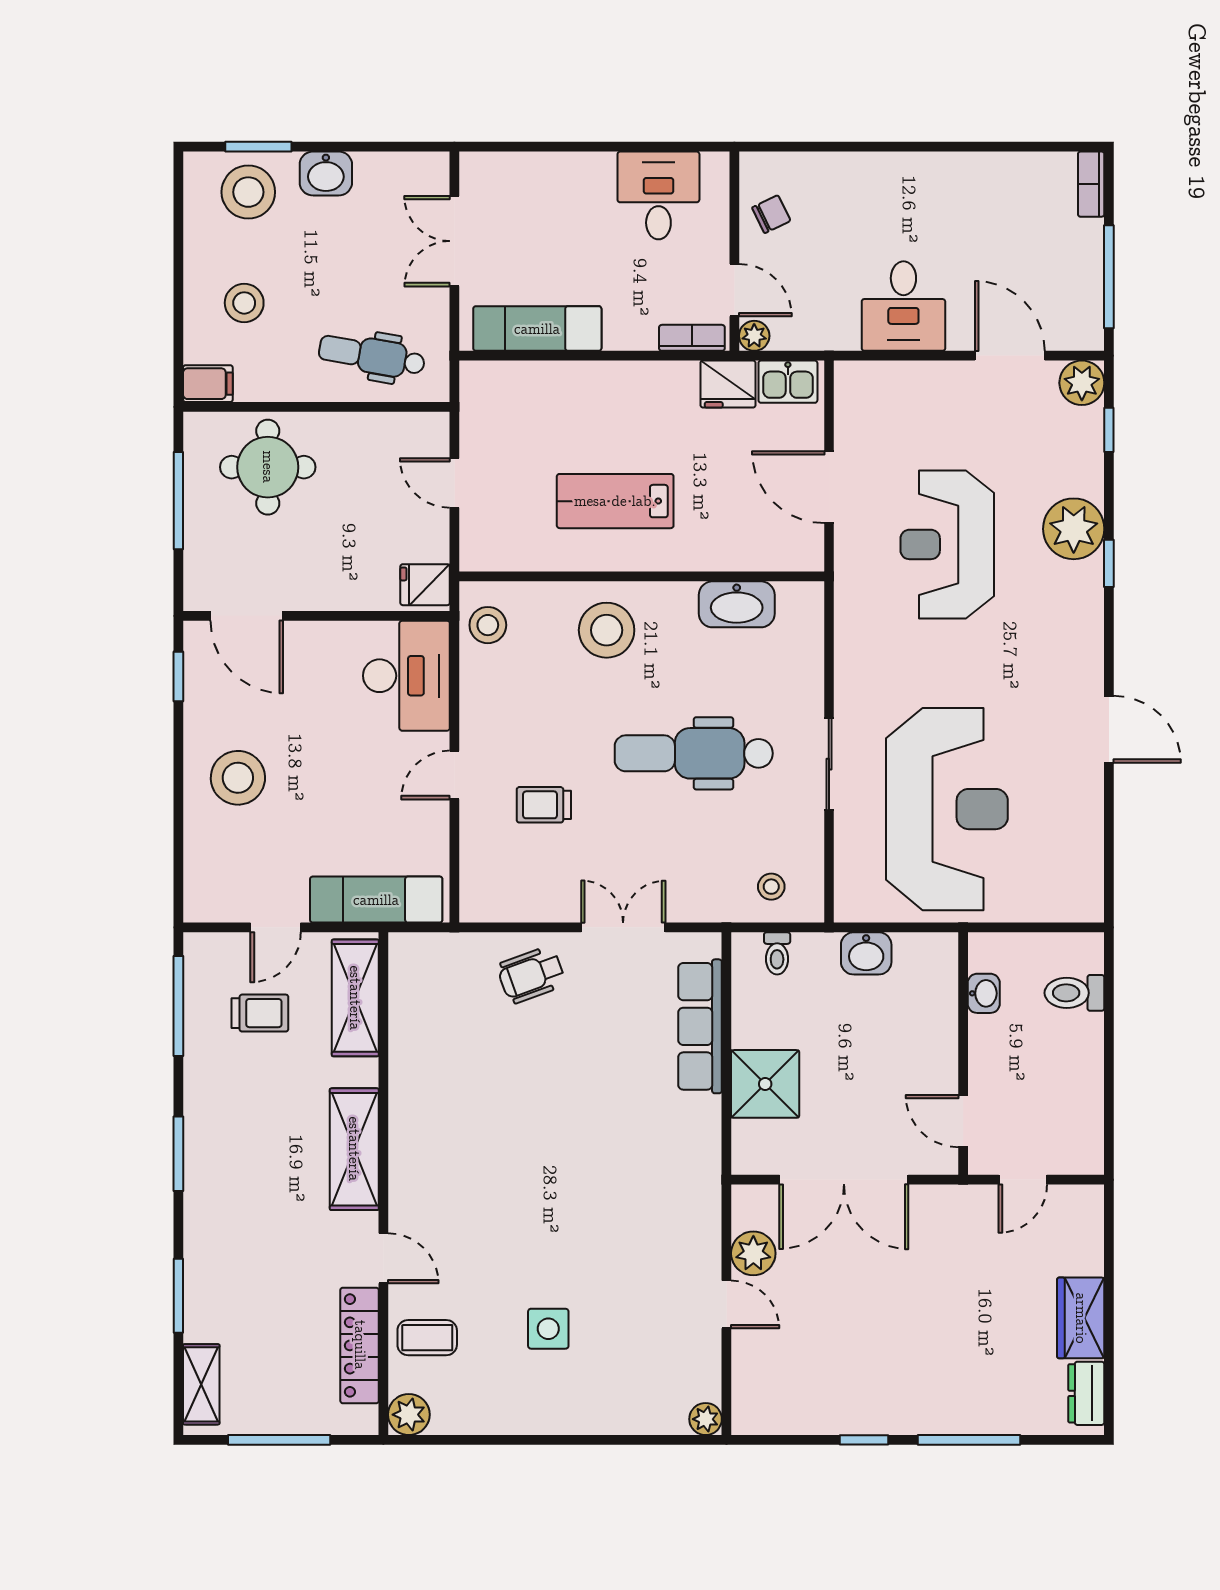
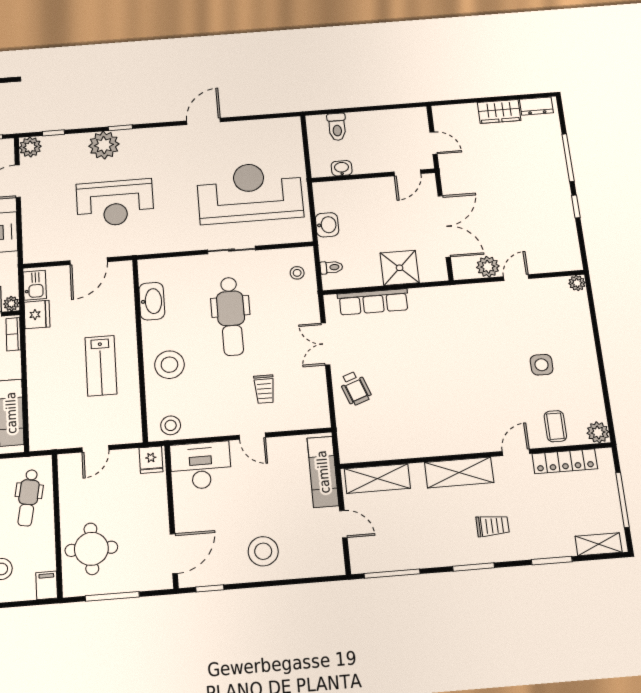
trolley: (260, 1013) -> (493, 526), moved, turned 90

